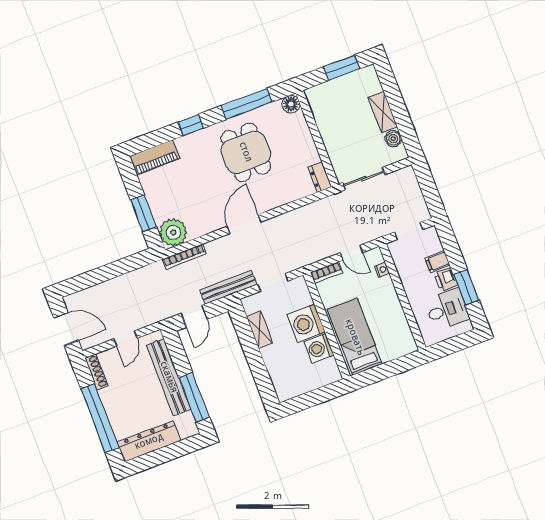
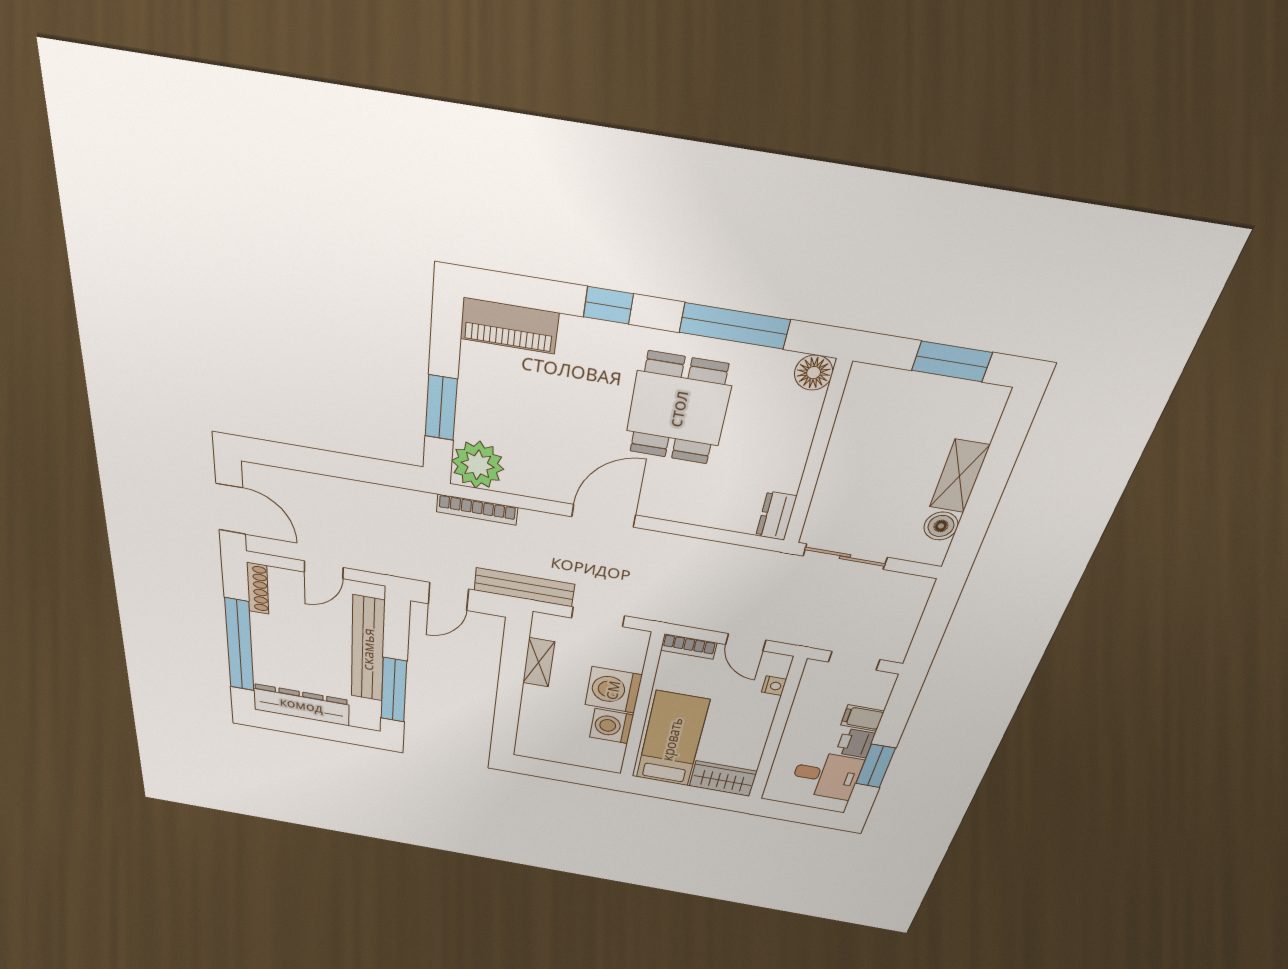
wardrobe: (397, 347) -> (723, 779), added

